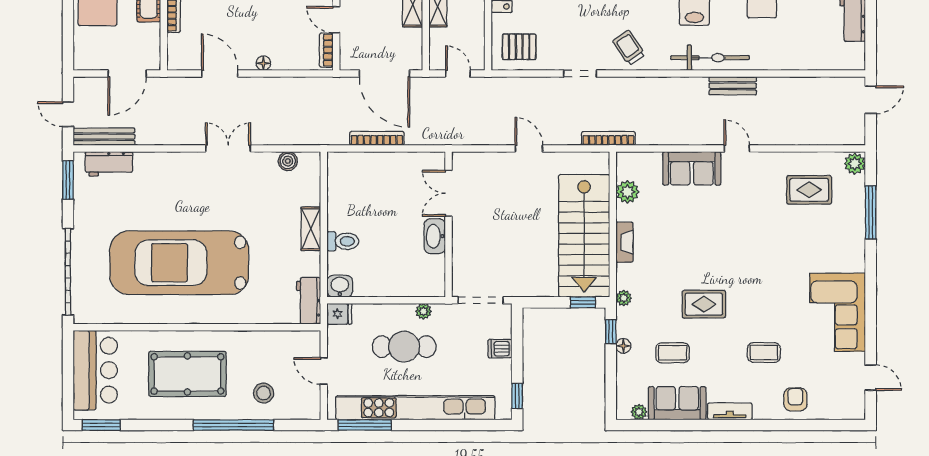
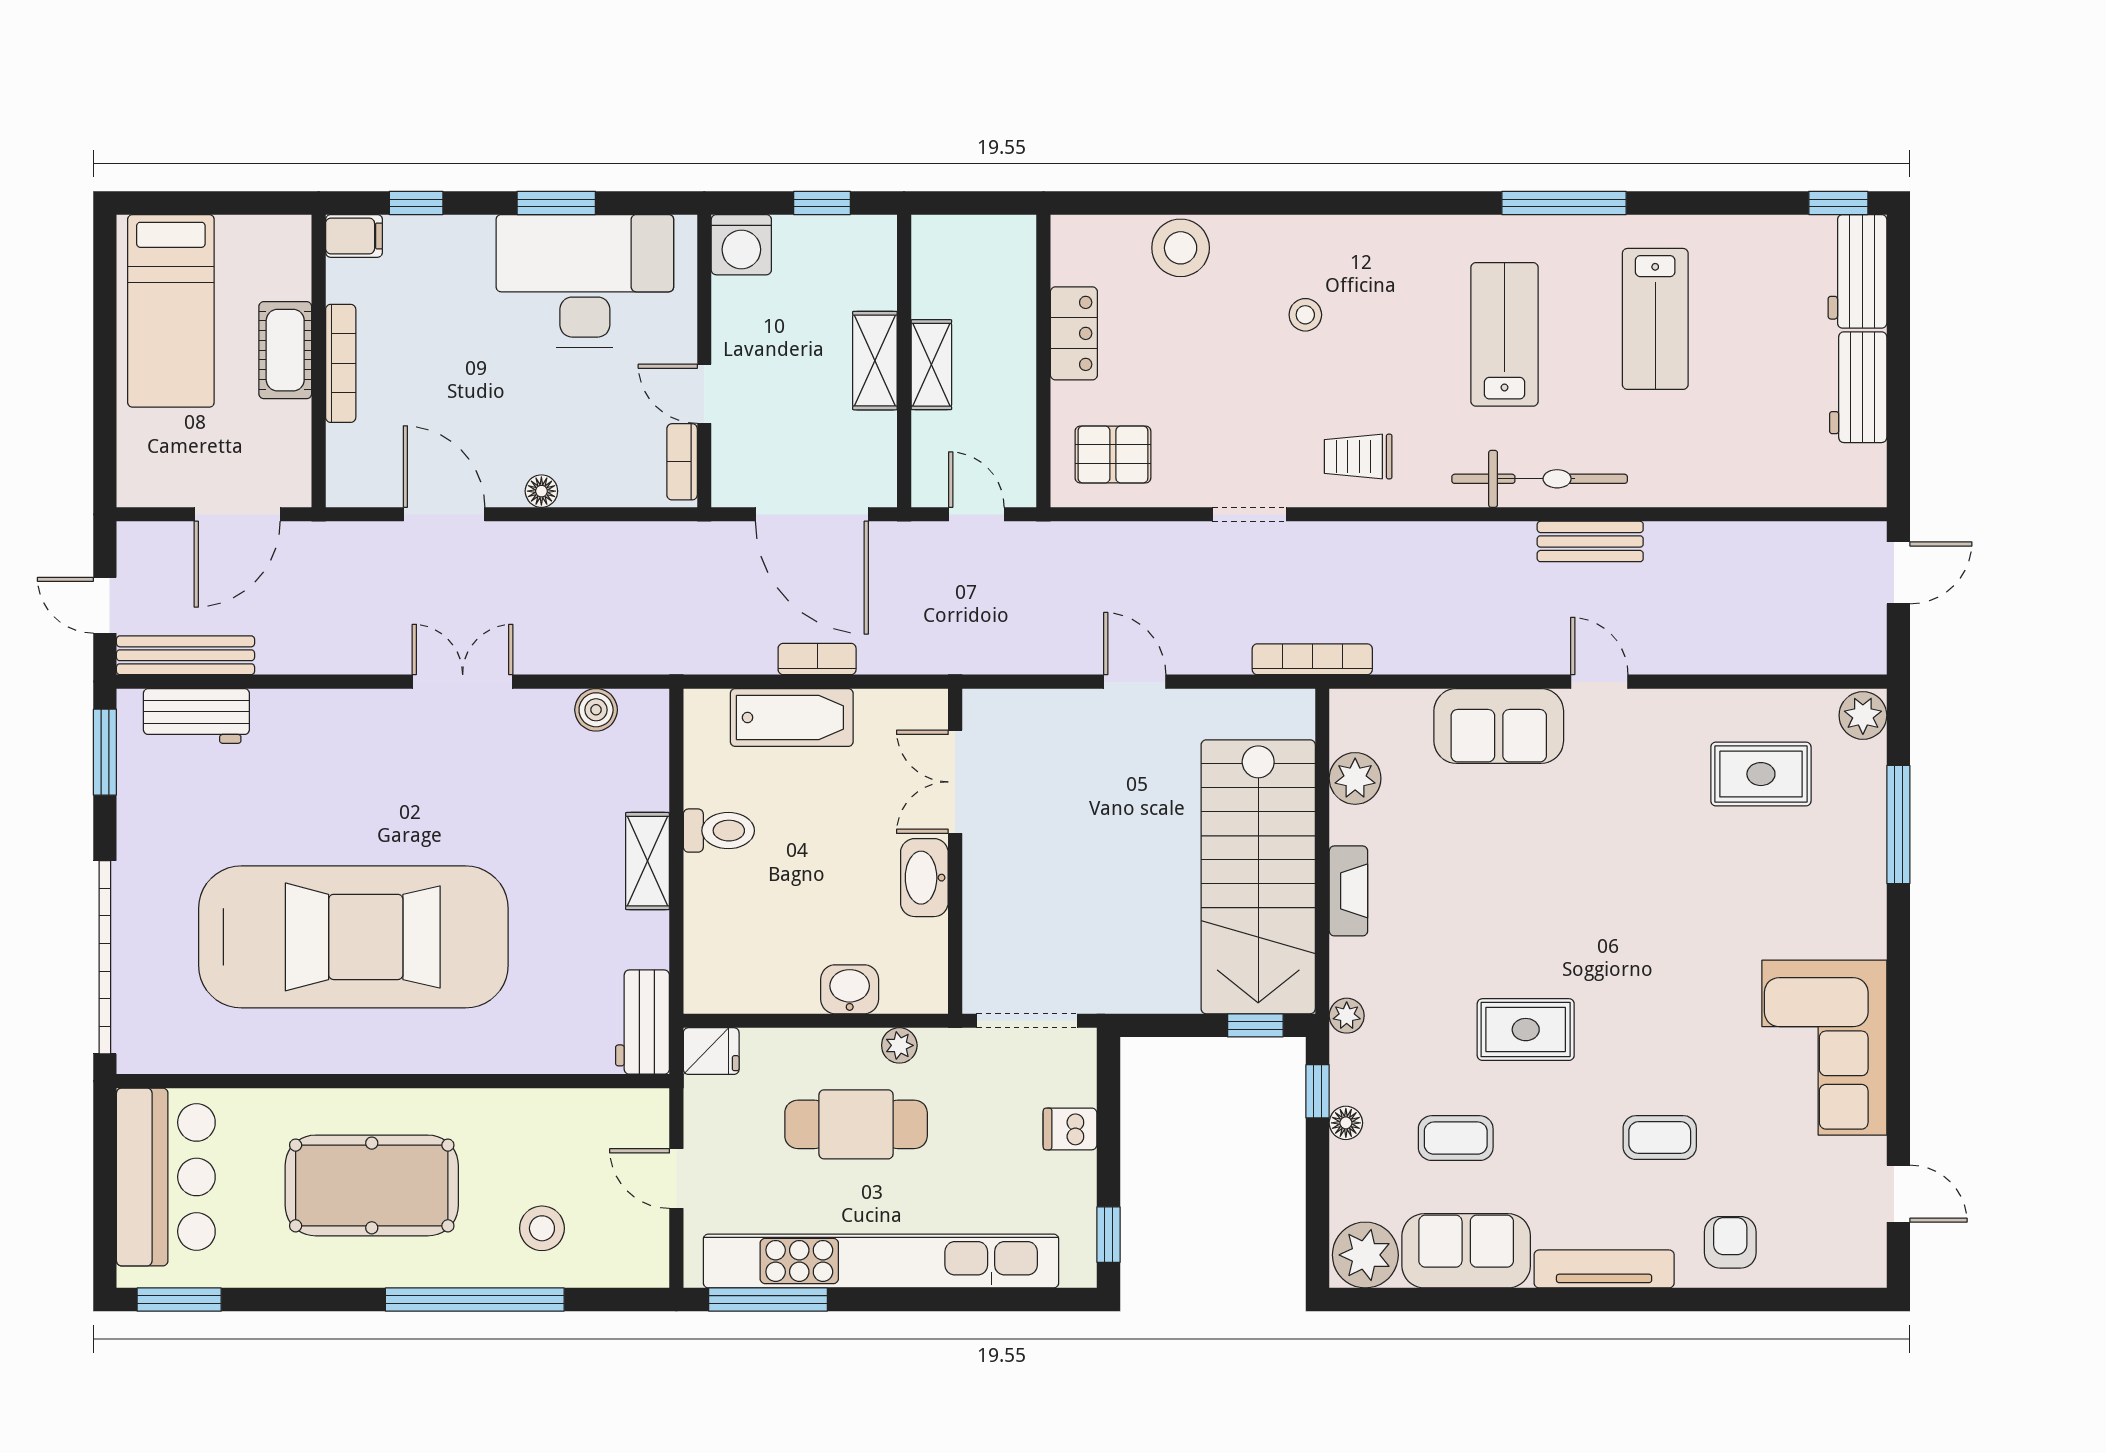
trolley: (629, 48) -> (1358, 457), turned -56
bookcase: (377, 138) -> (817, 659), width x0.64
bathtub: (375, 165) -> (792, 718), added
toilet: (343, 241) -> (719, 831), moved
car: (179, 263) -> (353, 937), turned 180
washbasin: (340, 286) -> (850, 989), moved
tv unit: (730, 411) -> (1604, 1269), width x1.41
plant: (639, 412) -> (1365, 1255), width x1.87, depth x1.87

